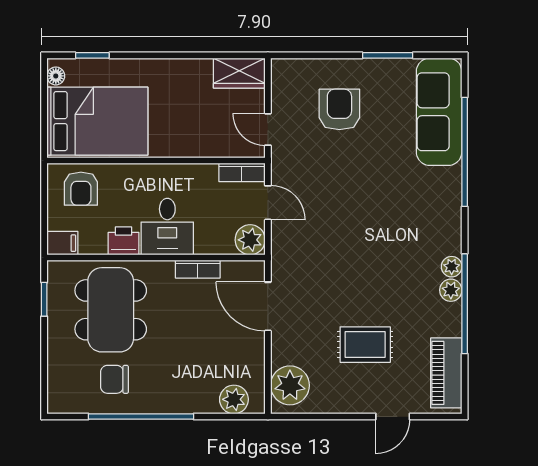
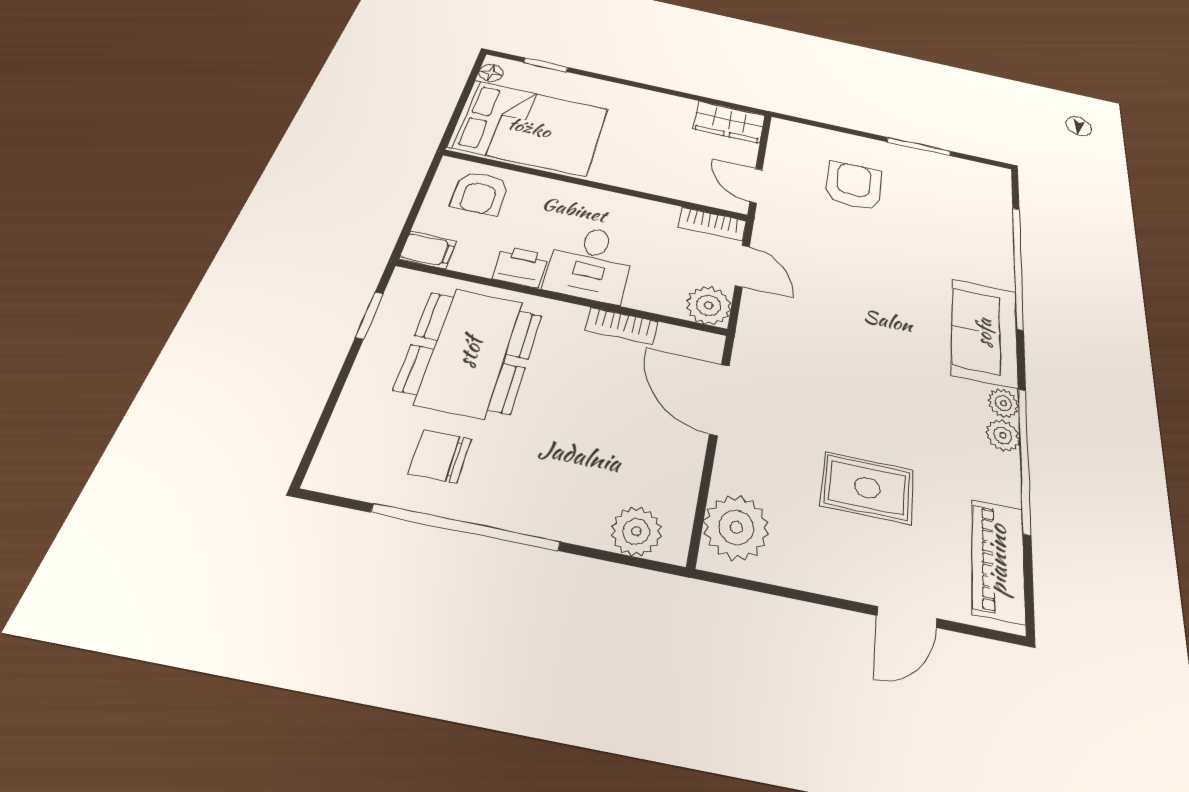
sofa: (439, 112) -> (984, 332), moved, width x0.73

